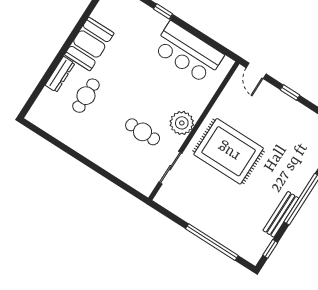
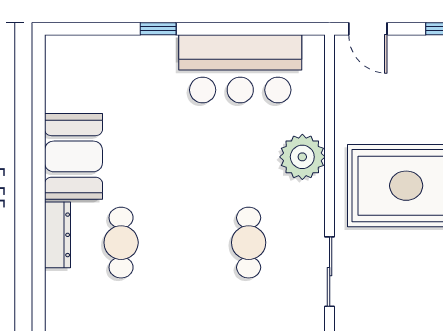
plant: (182, 123) -> (302, 157), moved
cafe table: (143, 132) -> (249, 243), turned 90

